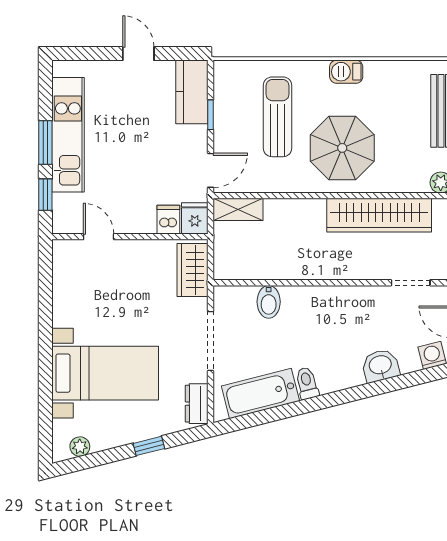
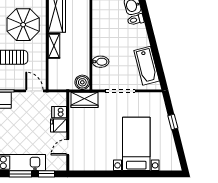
shelving: (238, 209) -> (54, 46), moved
fridge: (195, 218) -> (59, 125), moved
boiler: (228, 266) -> (82, 82), added
toilet: (307, 383) -> (136, 20), moved
dresser: (197, 404) -> (152, 98), removed
plant: (80, 447) -> (173, 157), removed

